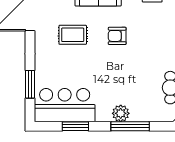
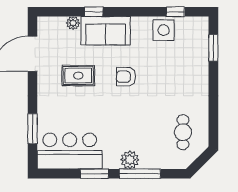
window: (75, 126) -> (94, 174), moved

